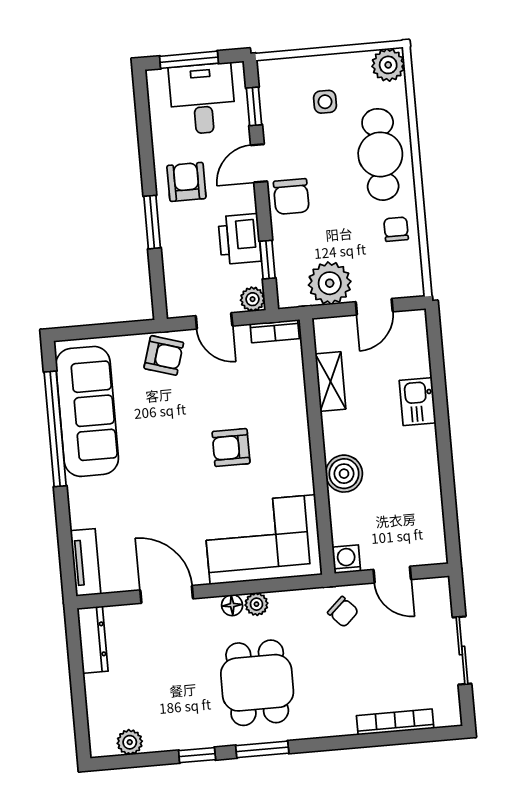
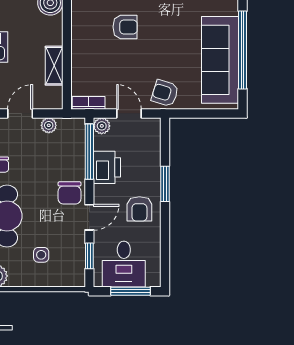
chair: (291, 196) -> (69, 193), turned 180
window: (267, 260) -> (89, 152), width x2.17
plant: (330, 283) -> (49, 125), width x0.53, depth x0.53

